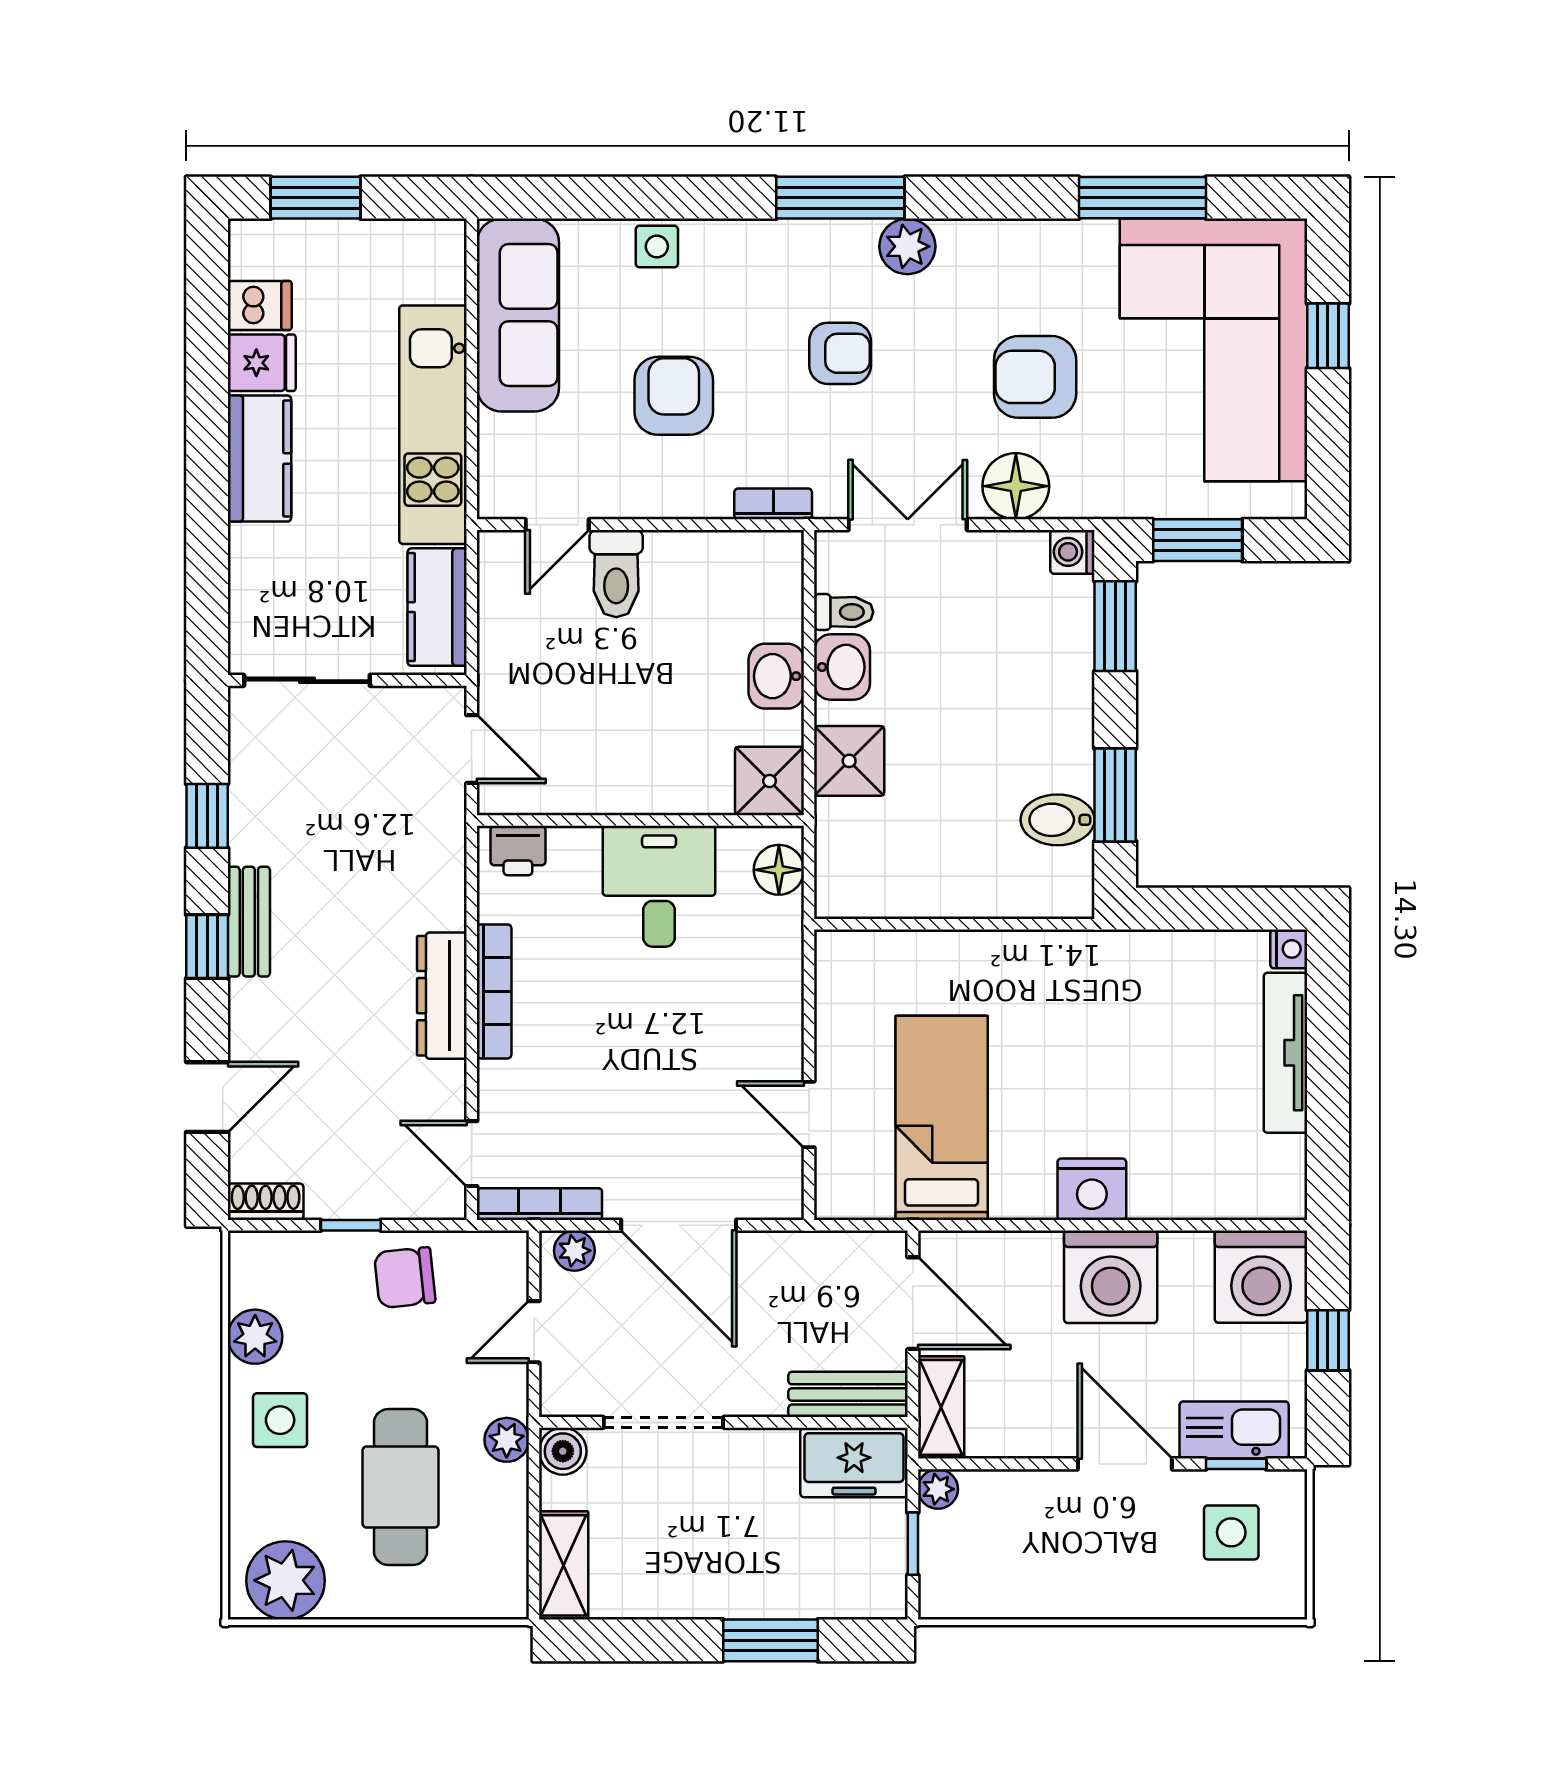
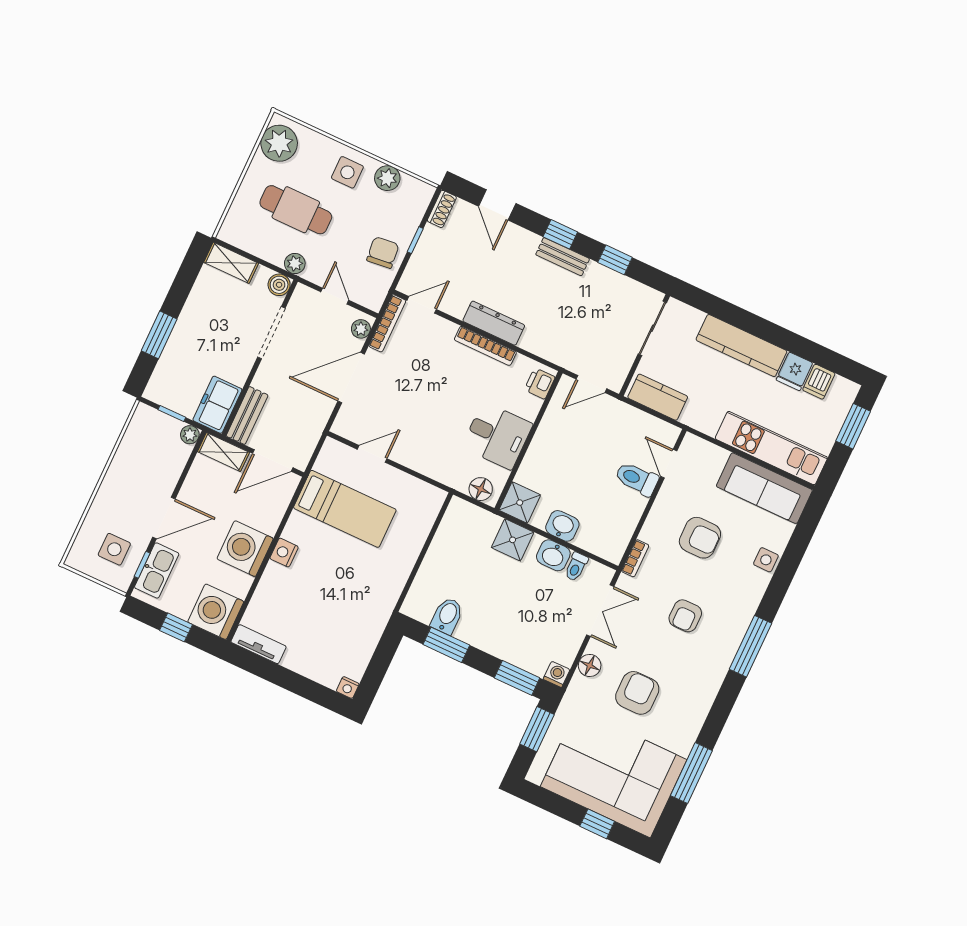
plant: (907, 246) -> (717, 665), removed
kitchen unit: (433, 425) -> (771, 448), moved
kitchen counter: (259, 459) -> (741, 346), width x1.50
floor lamp: (1016, 486) -> (590, 665), width x0.73, depth x0.73
tv unit: (1286, 1053) -> (259, 644), moved, width x0.71
nightstand: (1092, 1189) -> (284, 553), width x0.74, depth x0.75

